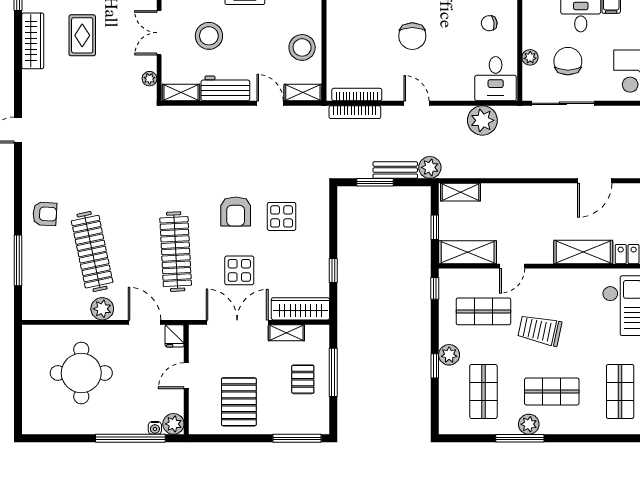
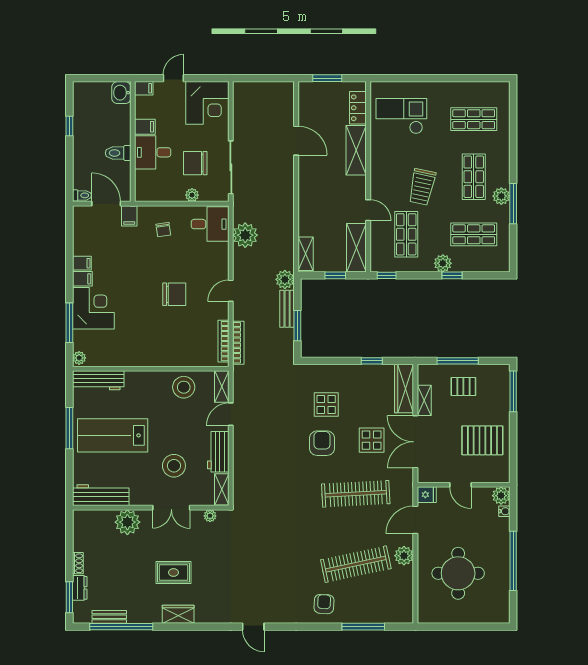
wardrobe: (33, 41) -> (178, 614), width x0.67
armchair: (236, 212) -> (322, 443), turned -90
window: (130, 438) -> (513, 561), moved

